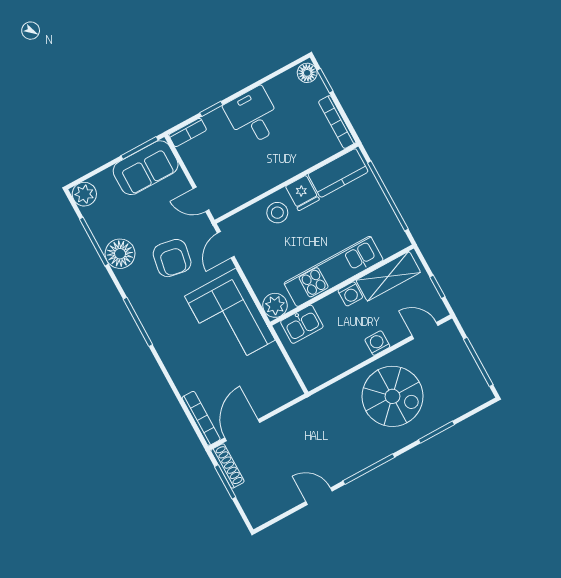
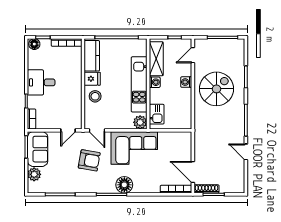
plant: (84, 194) -> (34, 174), moved
floor lamp: (120, 254) -> (124, 185), moved
door: (319, 496) -> (246, 152), hinge flipped

